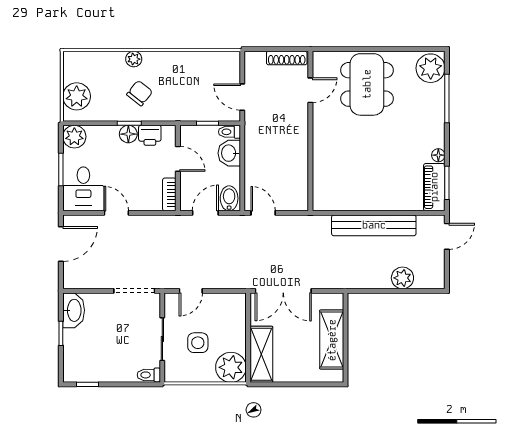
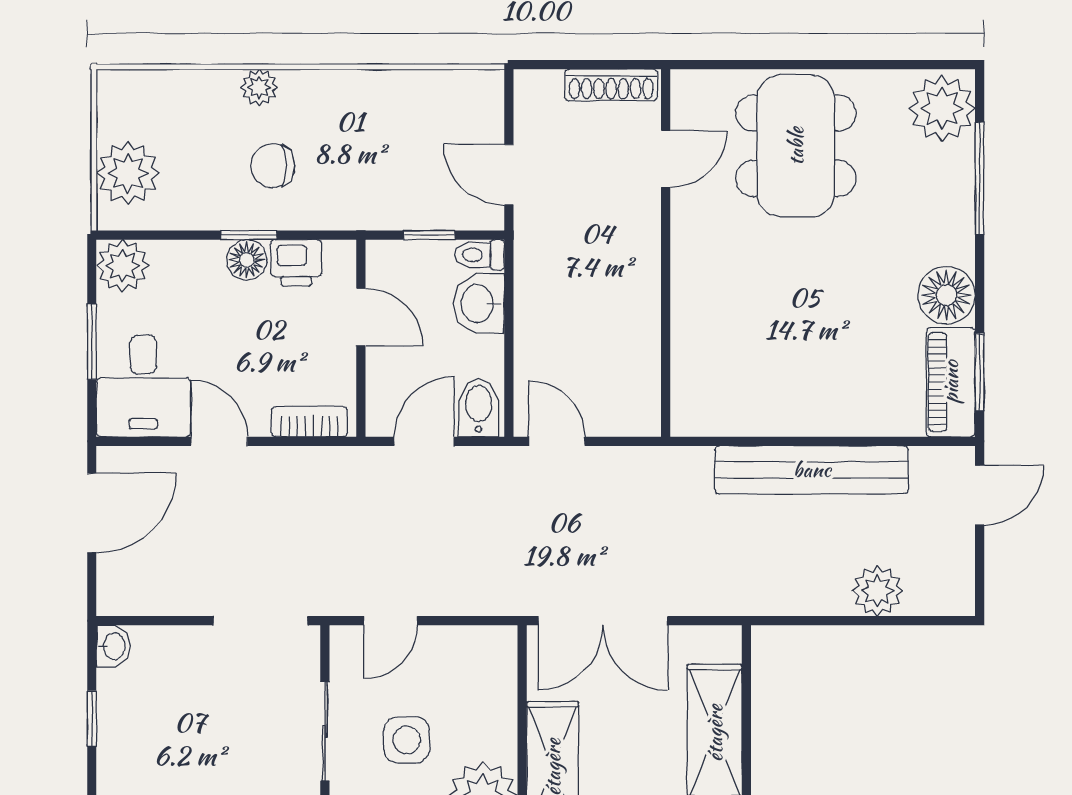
chair: (140, 93) -> (273, 166), turned -128
floor lamp: (438, 155) -> (946, 295), width x1.89, depth x1.89
bookcase: (169, 194) -> (309, 422), moved, turned 90
washbasin: (74, 310) -> (113, 646), width x0.52, depth x0.69

